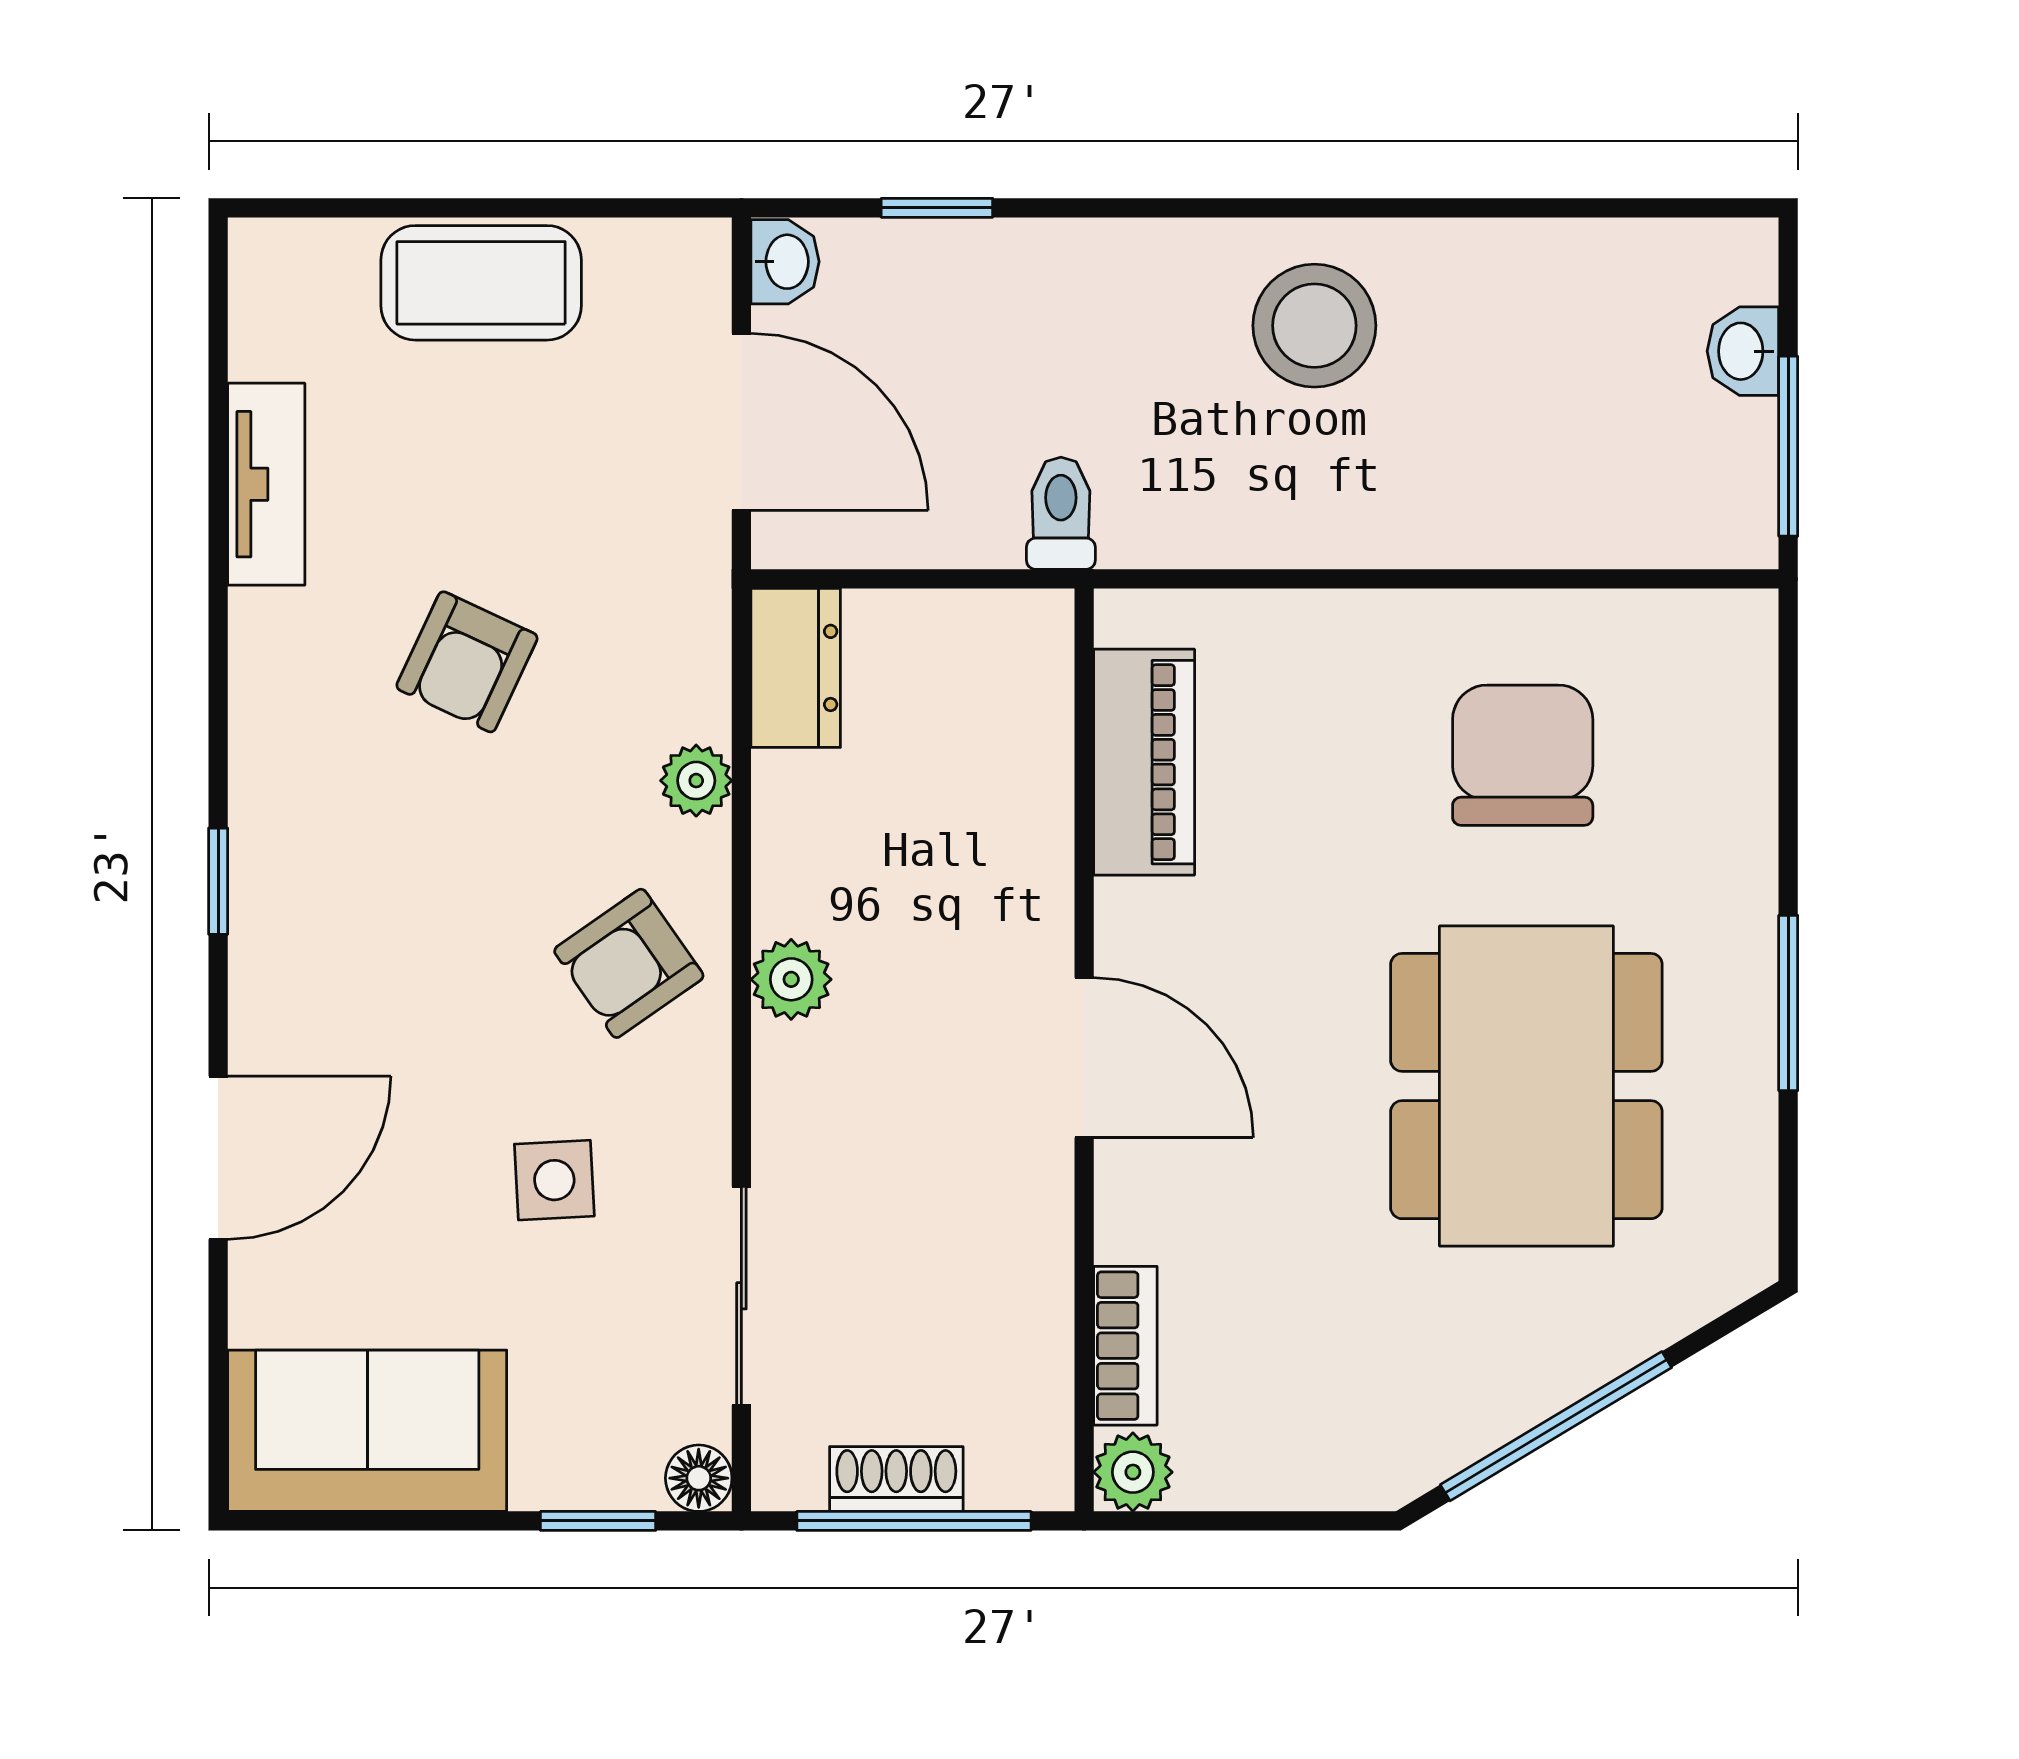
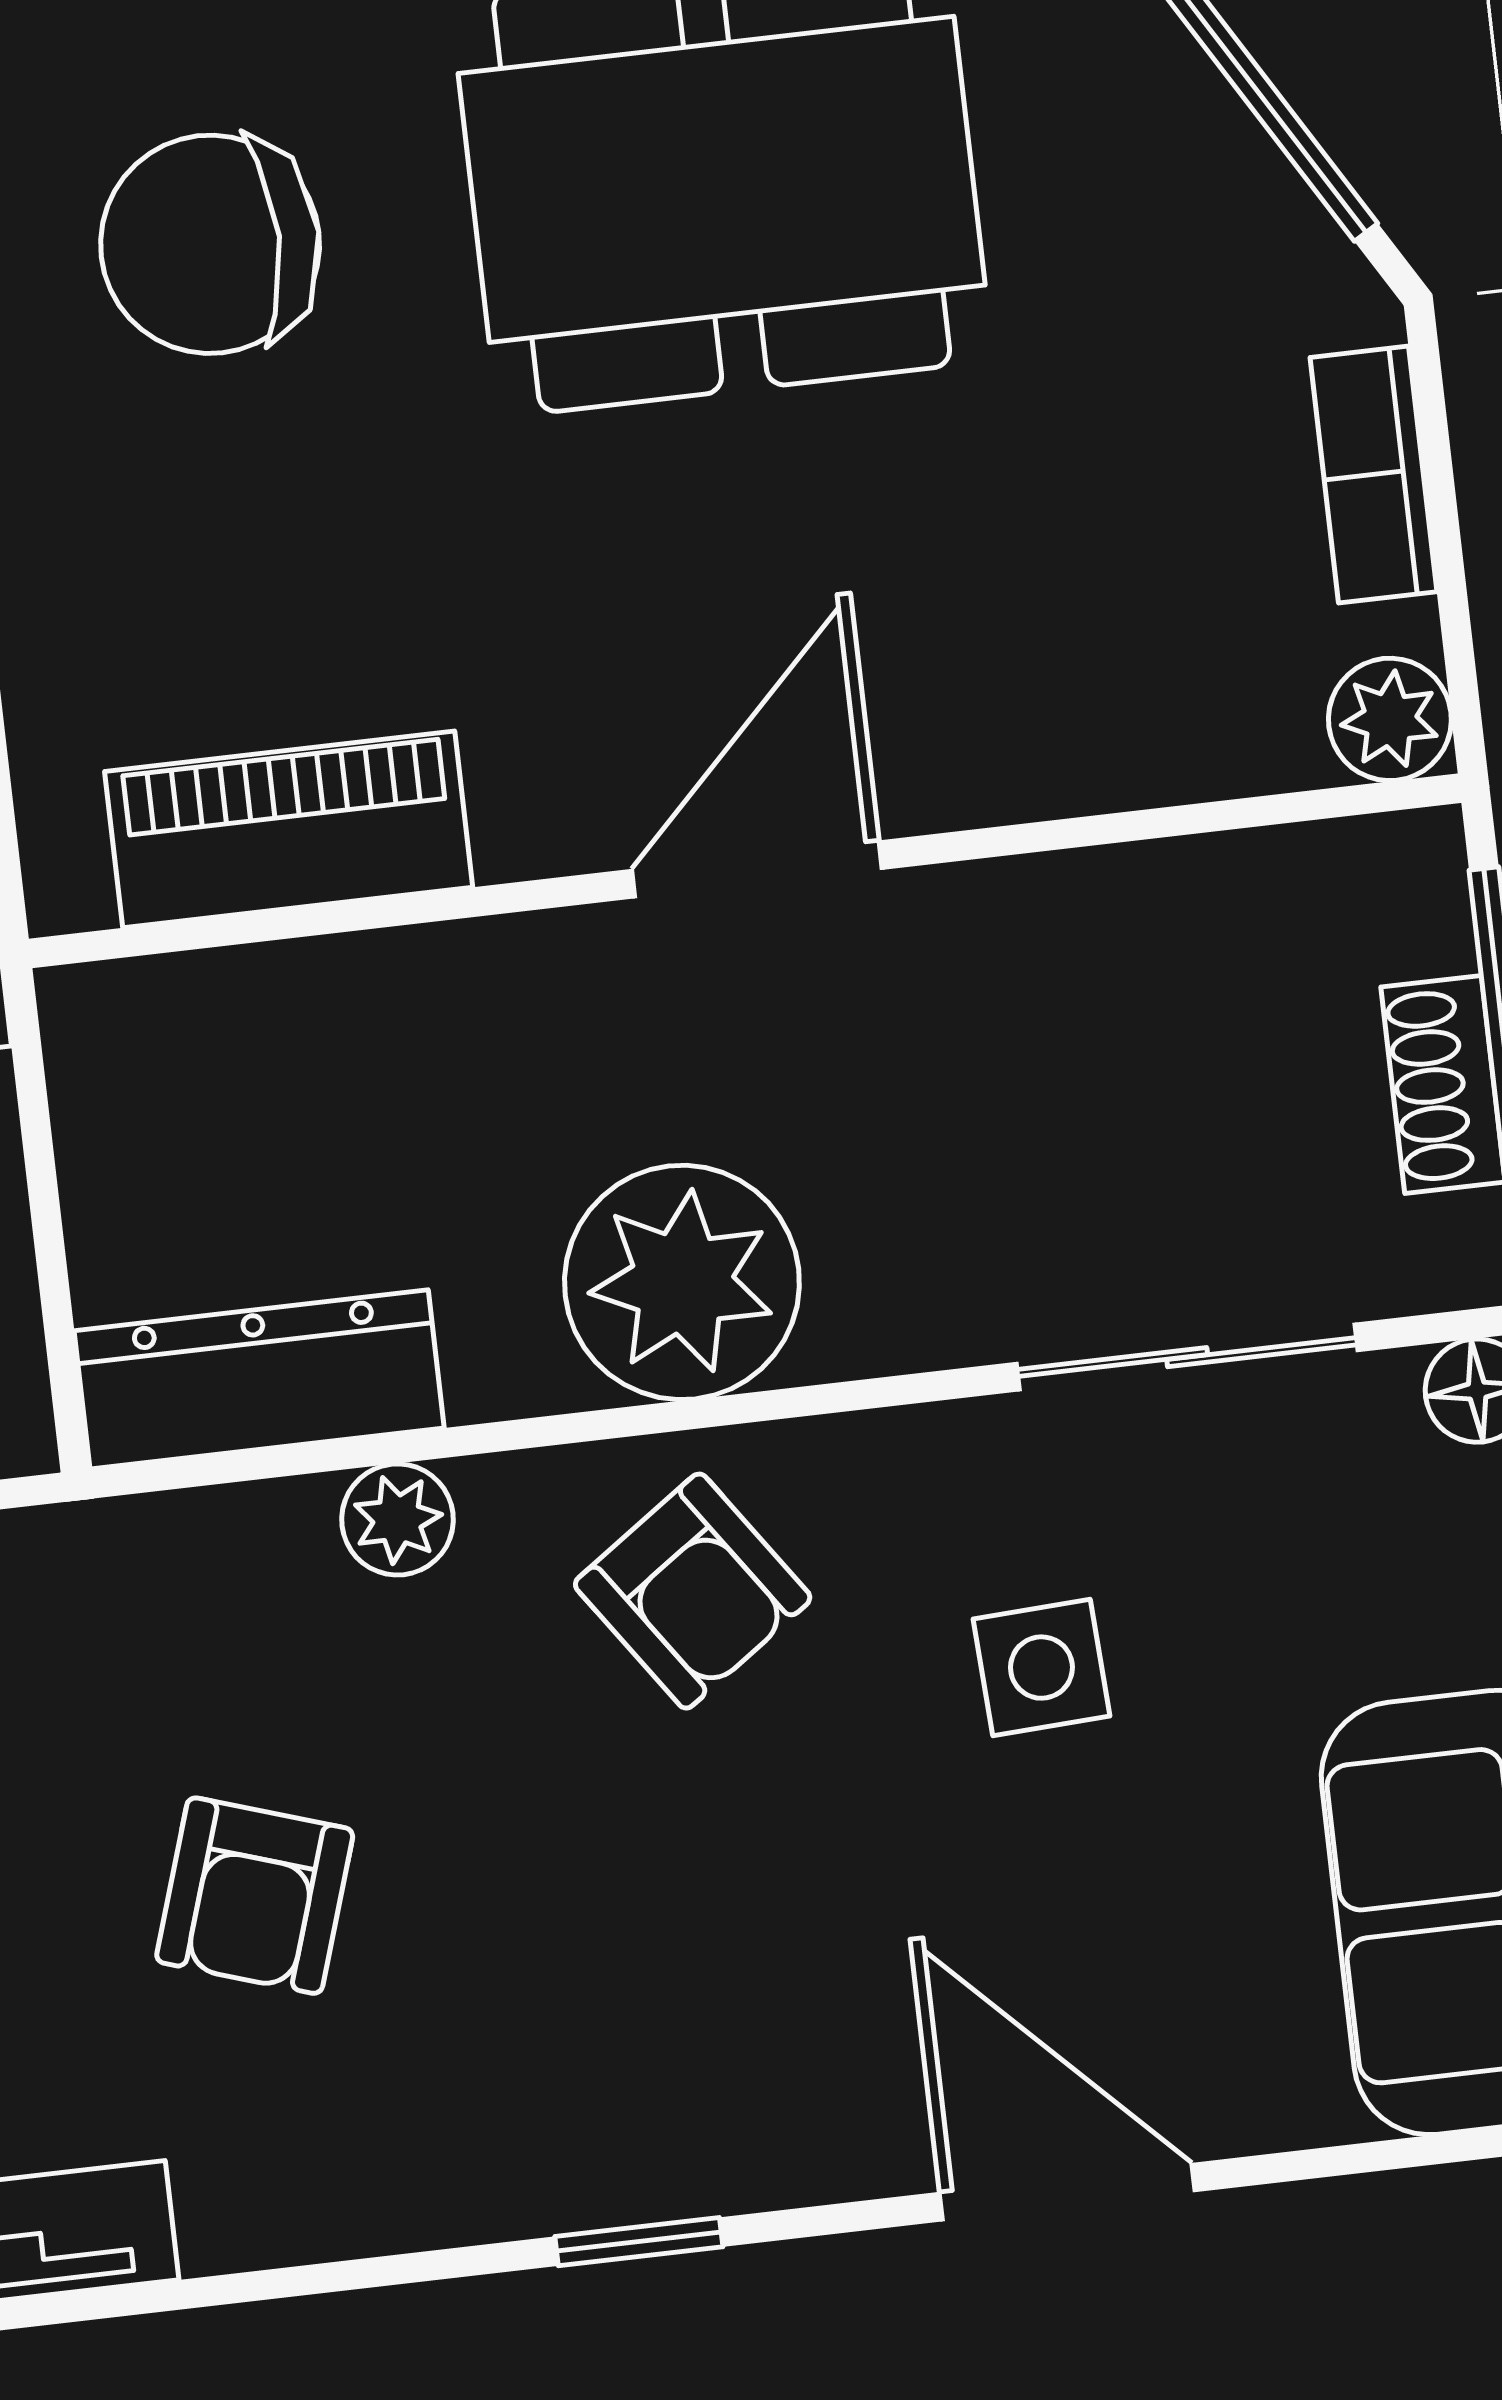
armchair: (467, 662) -> (255, 1896), turned 83
dresser: (796, 668) -> (259, 1379), width x1.44
plant: (791, 979) -> (682, 1282), width x1.87, depth x1.87
bookcase: (1125, 1346) -> (1373, 475), moved, turned -90

